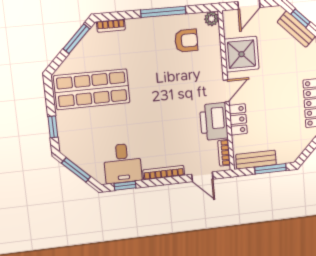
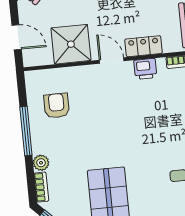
plant: (212, 19) -> (41, 163), moved
printer: (214, 122) -> (145, 69), width x0.53, depth x0.68

